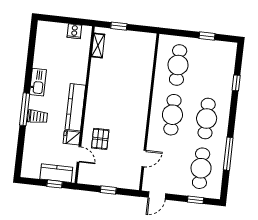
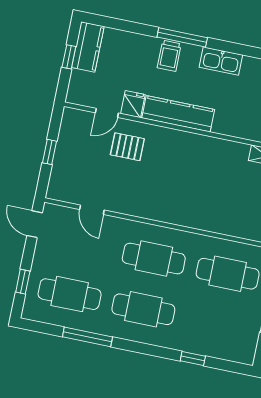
kitchen counter: (56, 173) -> (88, 47), moved
window: (55, 184) -> (69, 57), moved

